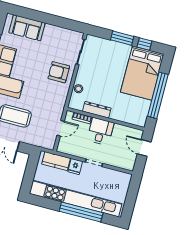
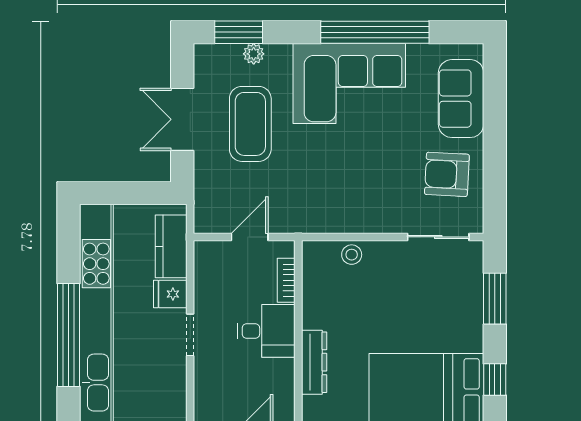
window: (122, 38) -> (495, 299), moved
armchair: (59, 72) -> (447, 174), moved, turned -87
dresser: (97, 110) -> (314, 362), moved
door: (61, 128) -> (250, 237), swing flipped

